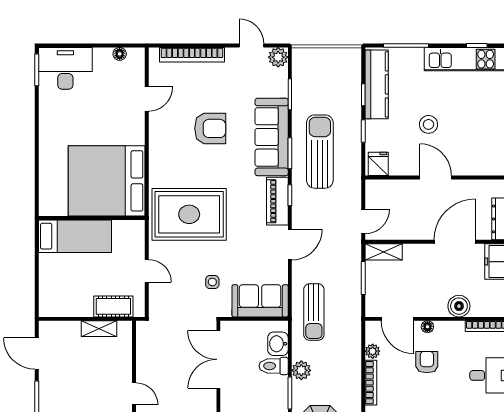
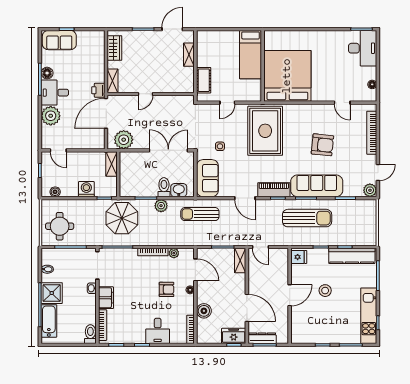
armchair: (210, 128) -> (322, 145), turned -84
door: (397, 319) -> (195, 270), swing flipped
shelving: (99, 329) -> (189, 55), moved

